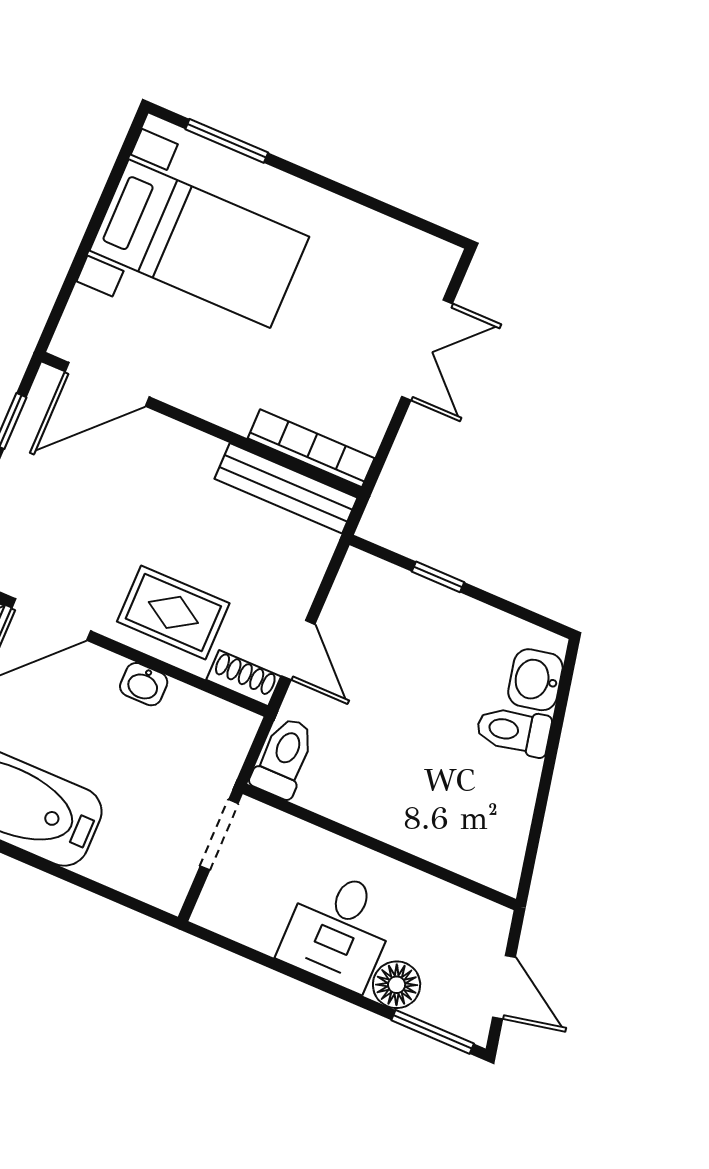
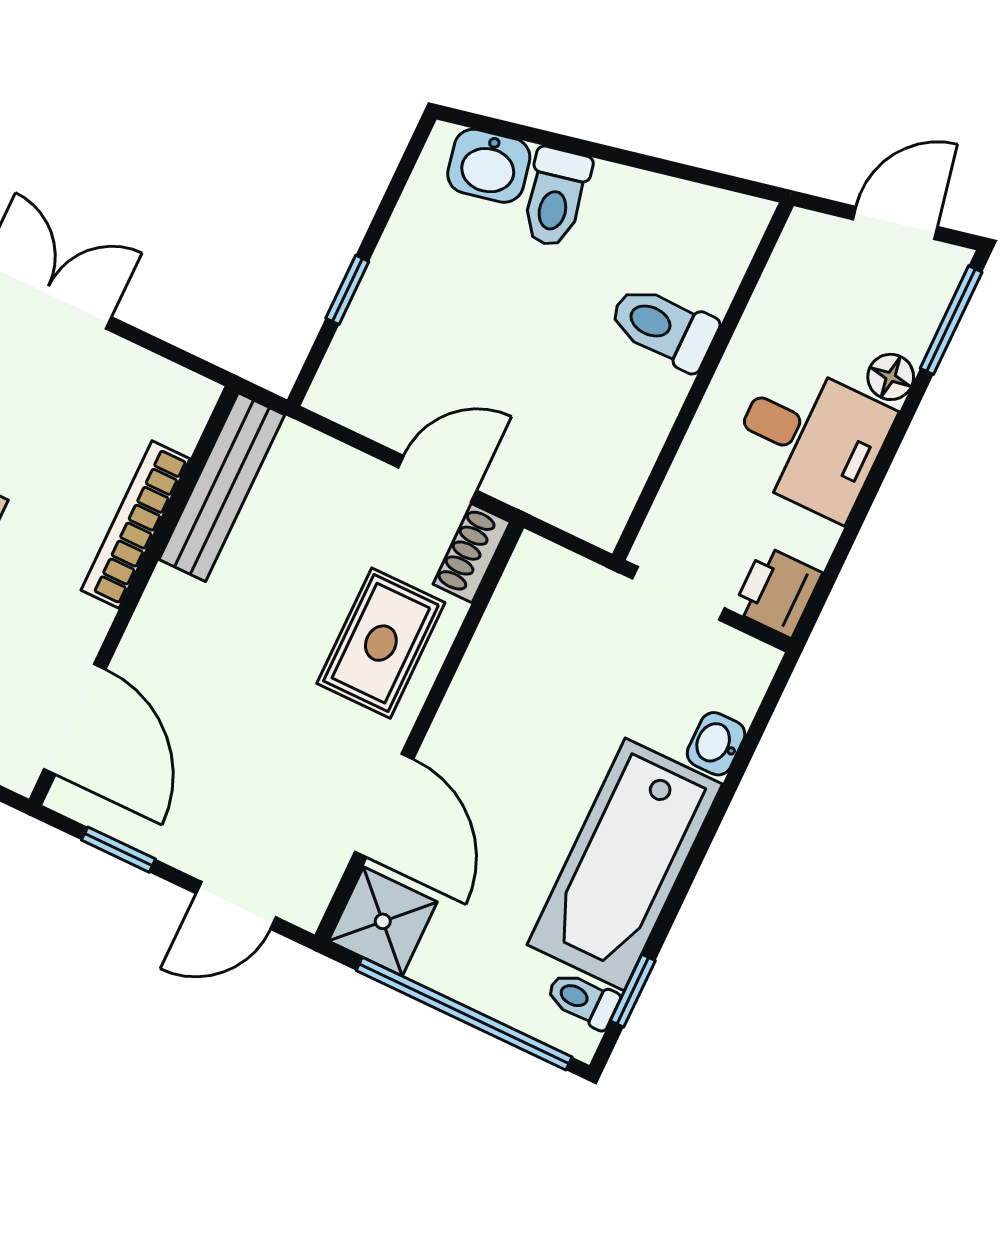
bookcase: (311, 448) -> (136, 525), moved
washbasin: (144, 684) -> (716, 744), moved, turned 180
toilet: (284, 758) -> (663, 327), moved
printer: (223, 909) -> (777, 592), added
floor lamp: (397, 985) -> (891, 377), width x0.73, depth x0.73

